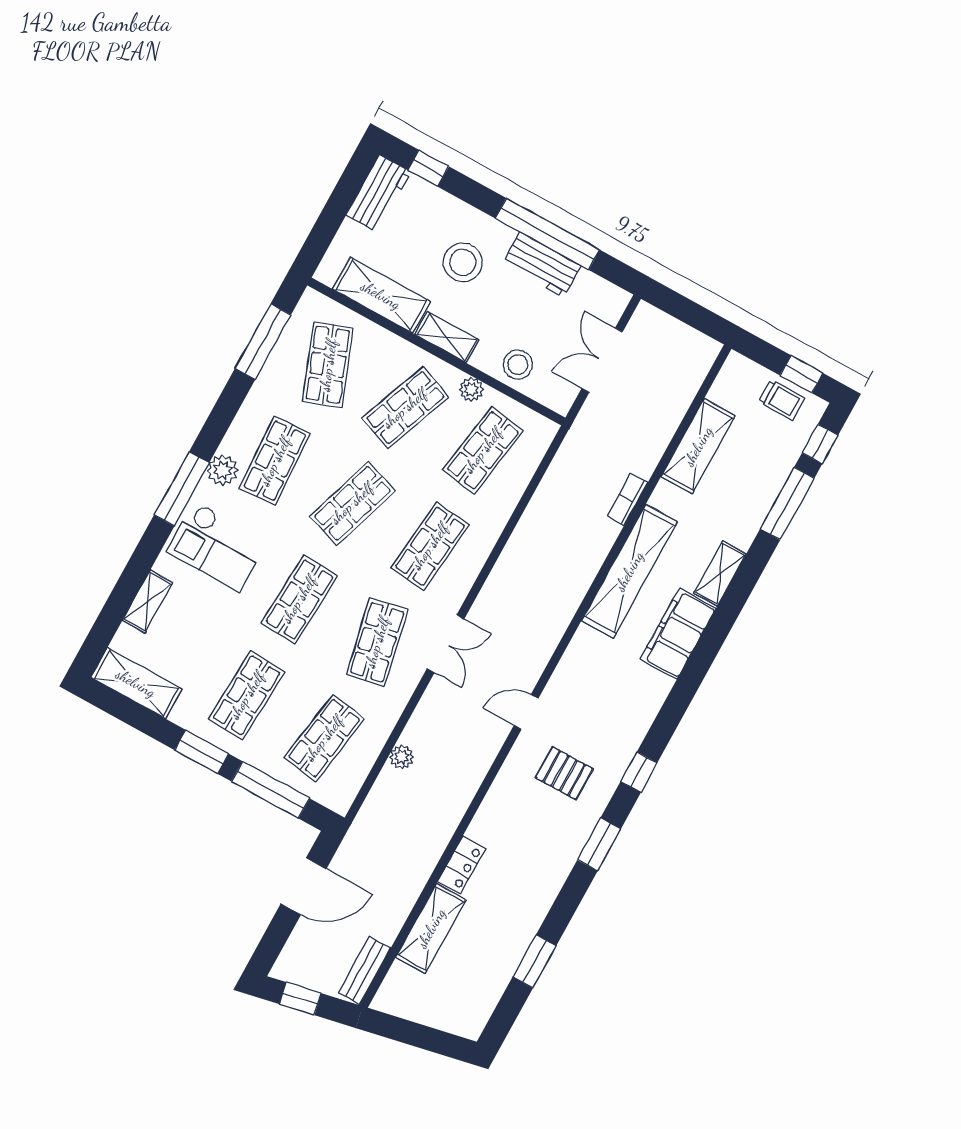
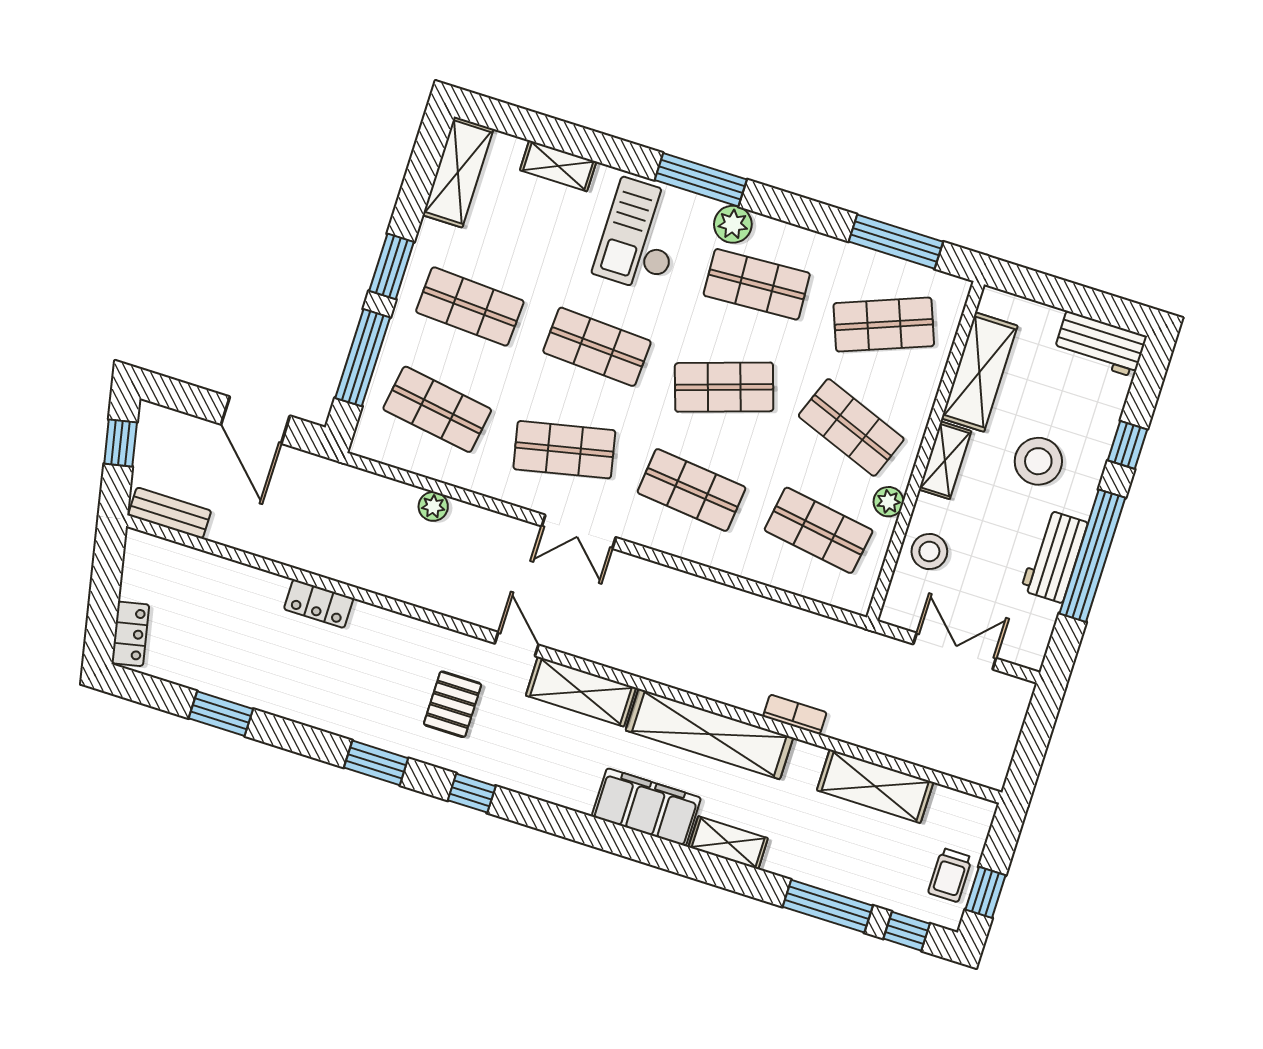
window: (428, 168) -> (1127, 445), moved
shop shelf: (352, 503) -> (724, 387), turned -36
shelving: (431, 928) -> (581, 692), moved
locker: (456, 1021) -> (130, 634), added

